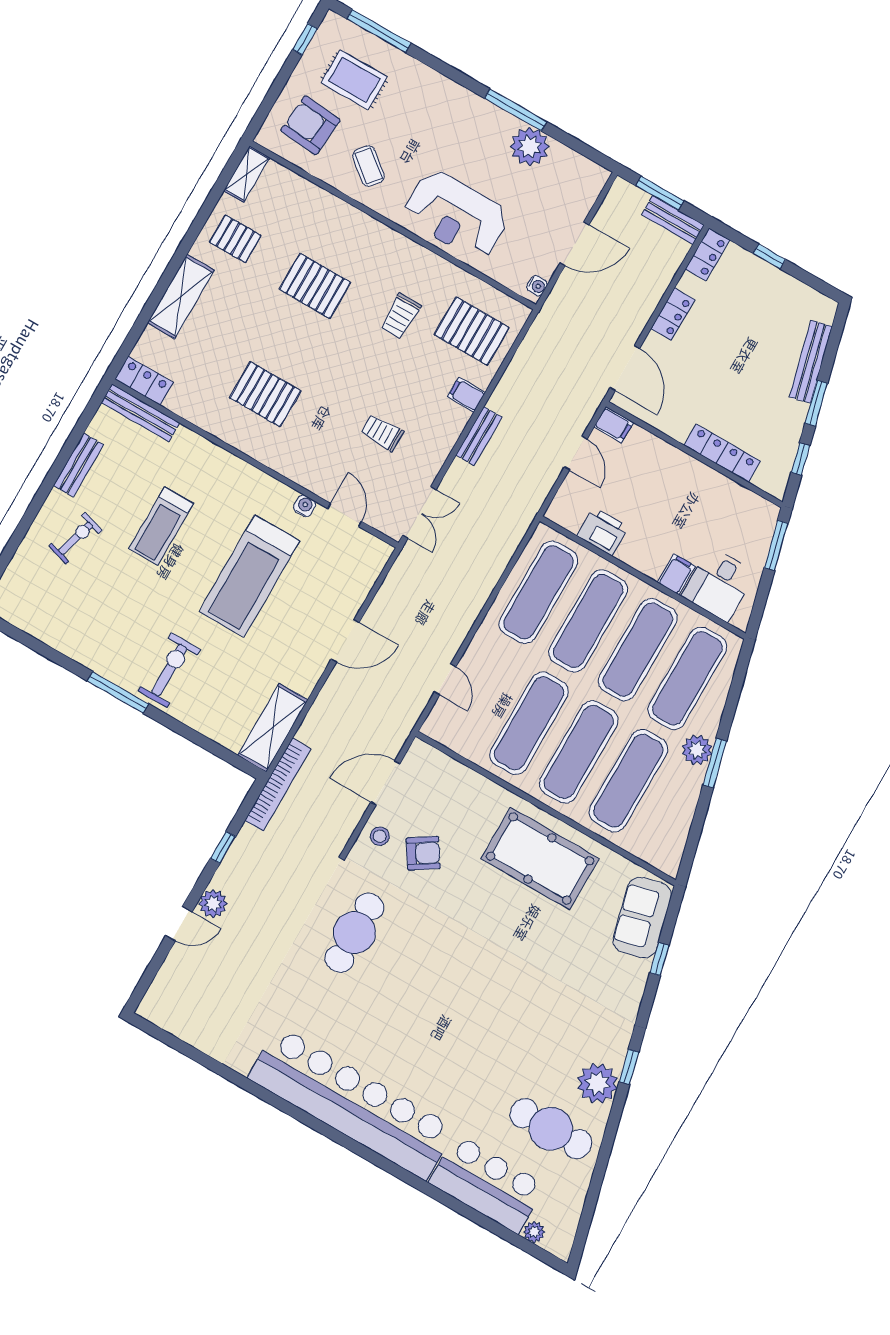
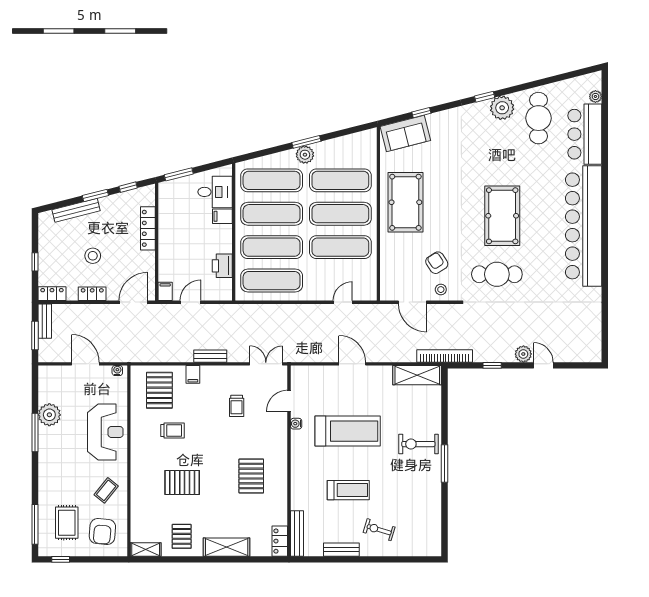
pallet: (315, 286) -> (182, 482), turned 90
stool: (729, 348) -> (93, 256), added
pool table: (437, 991) -> (502, 216), added

